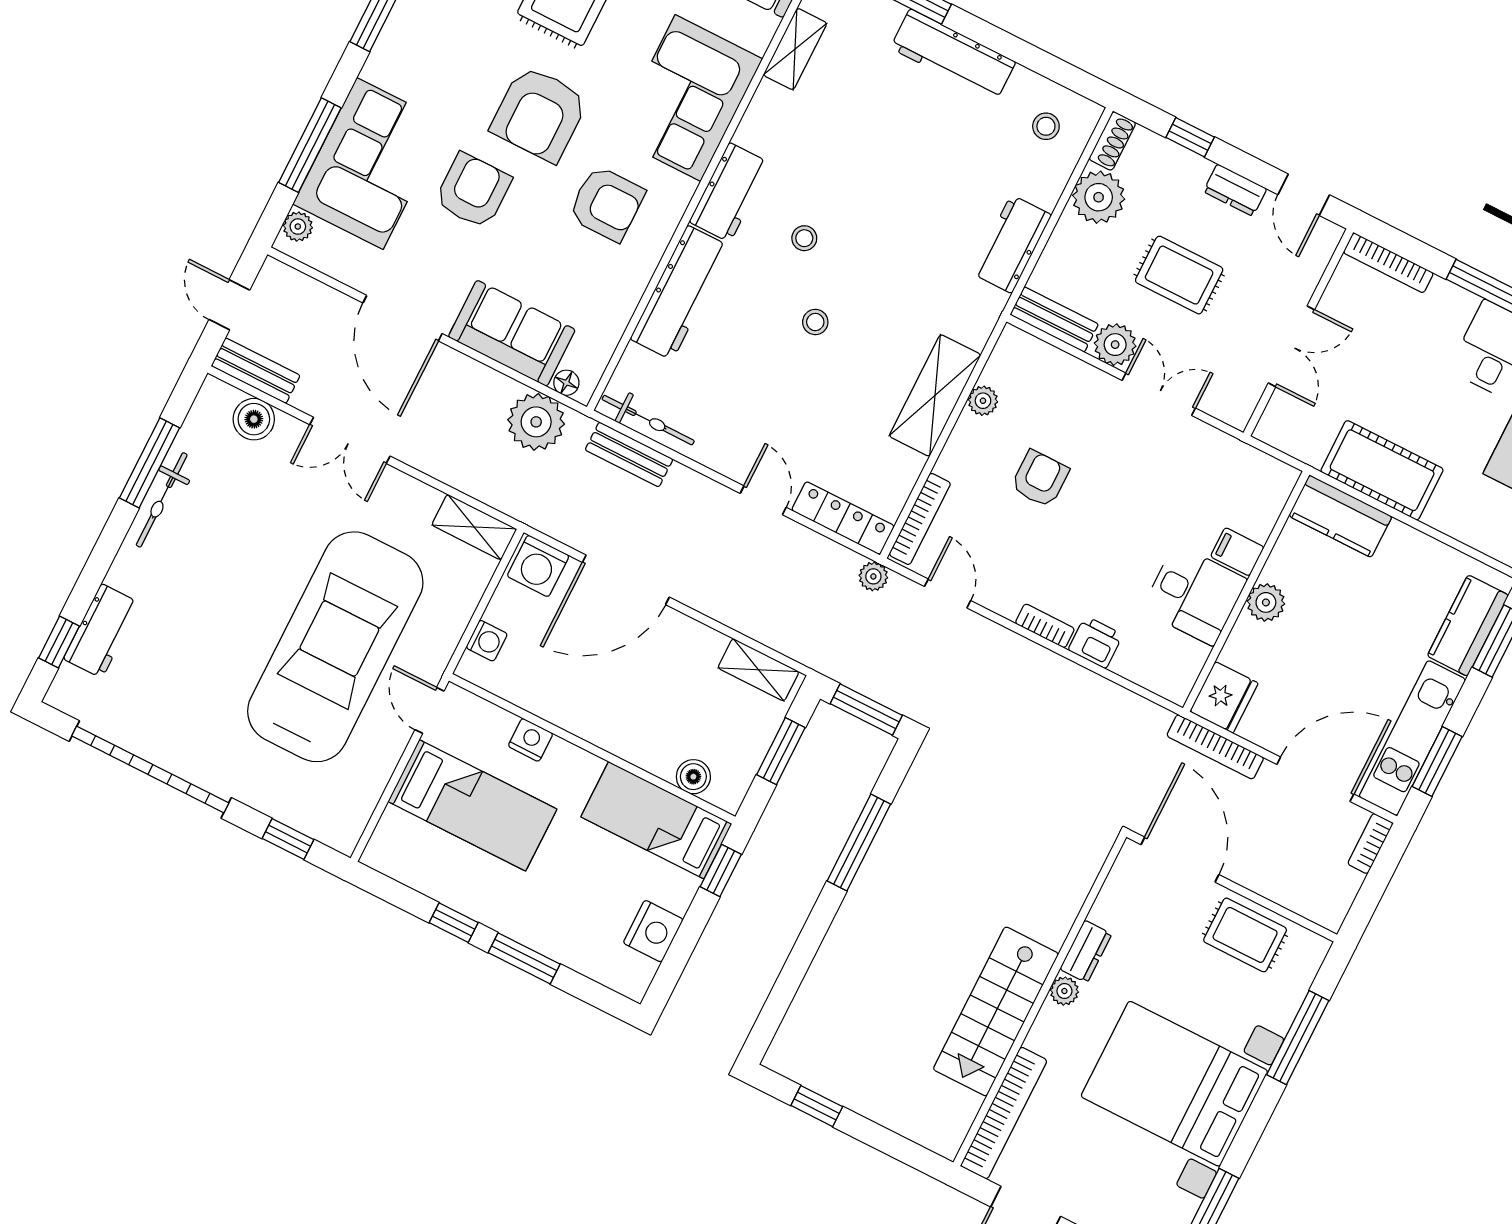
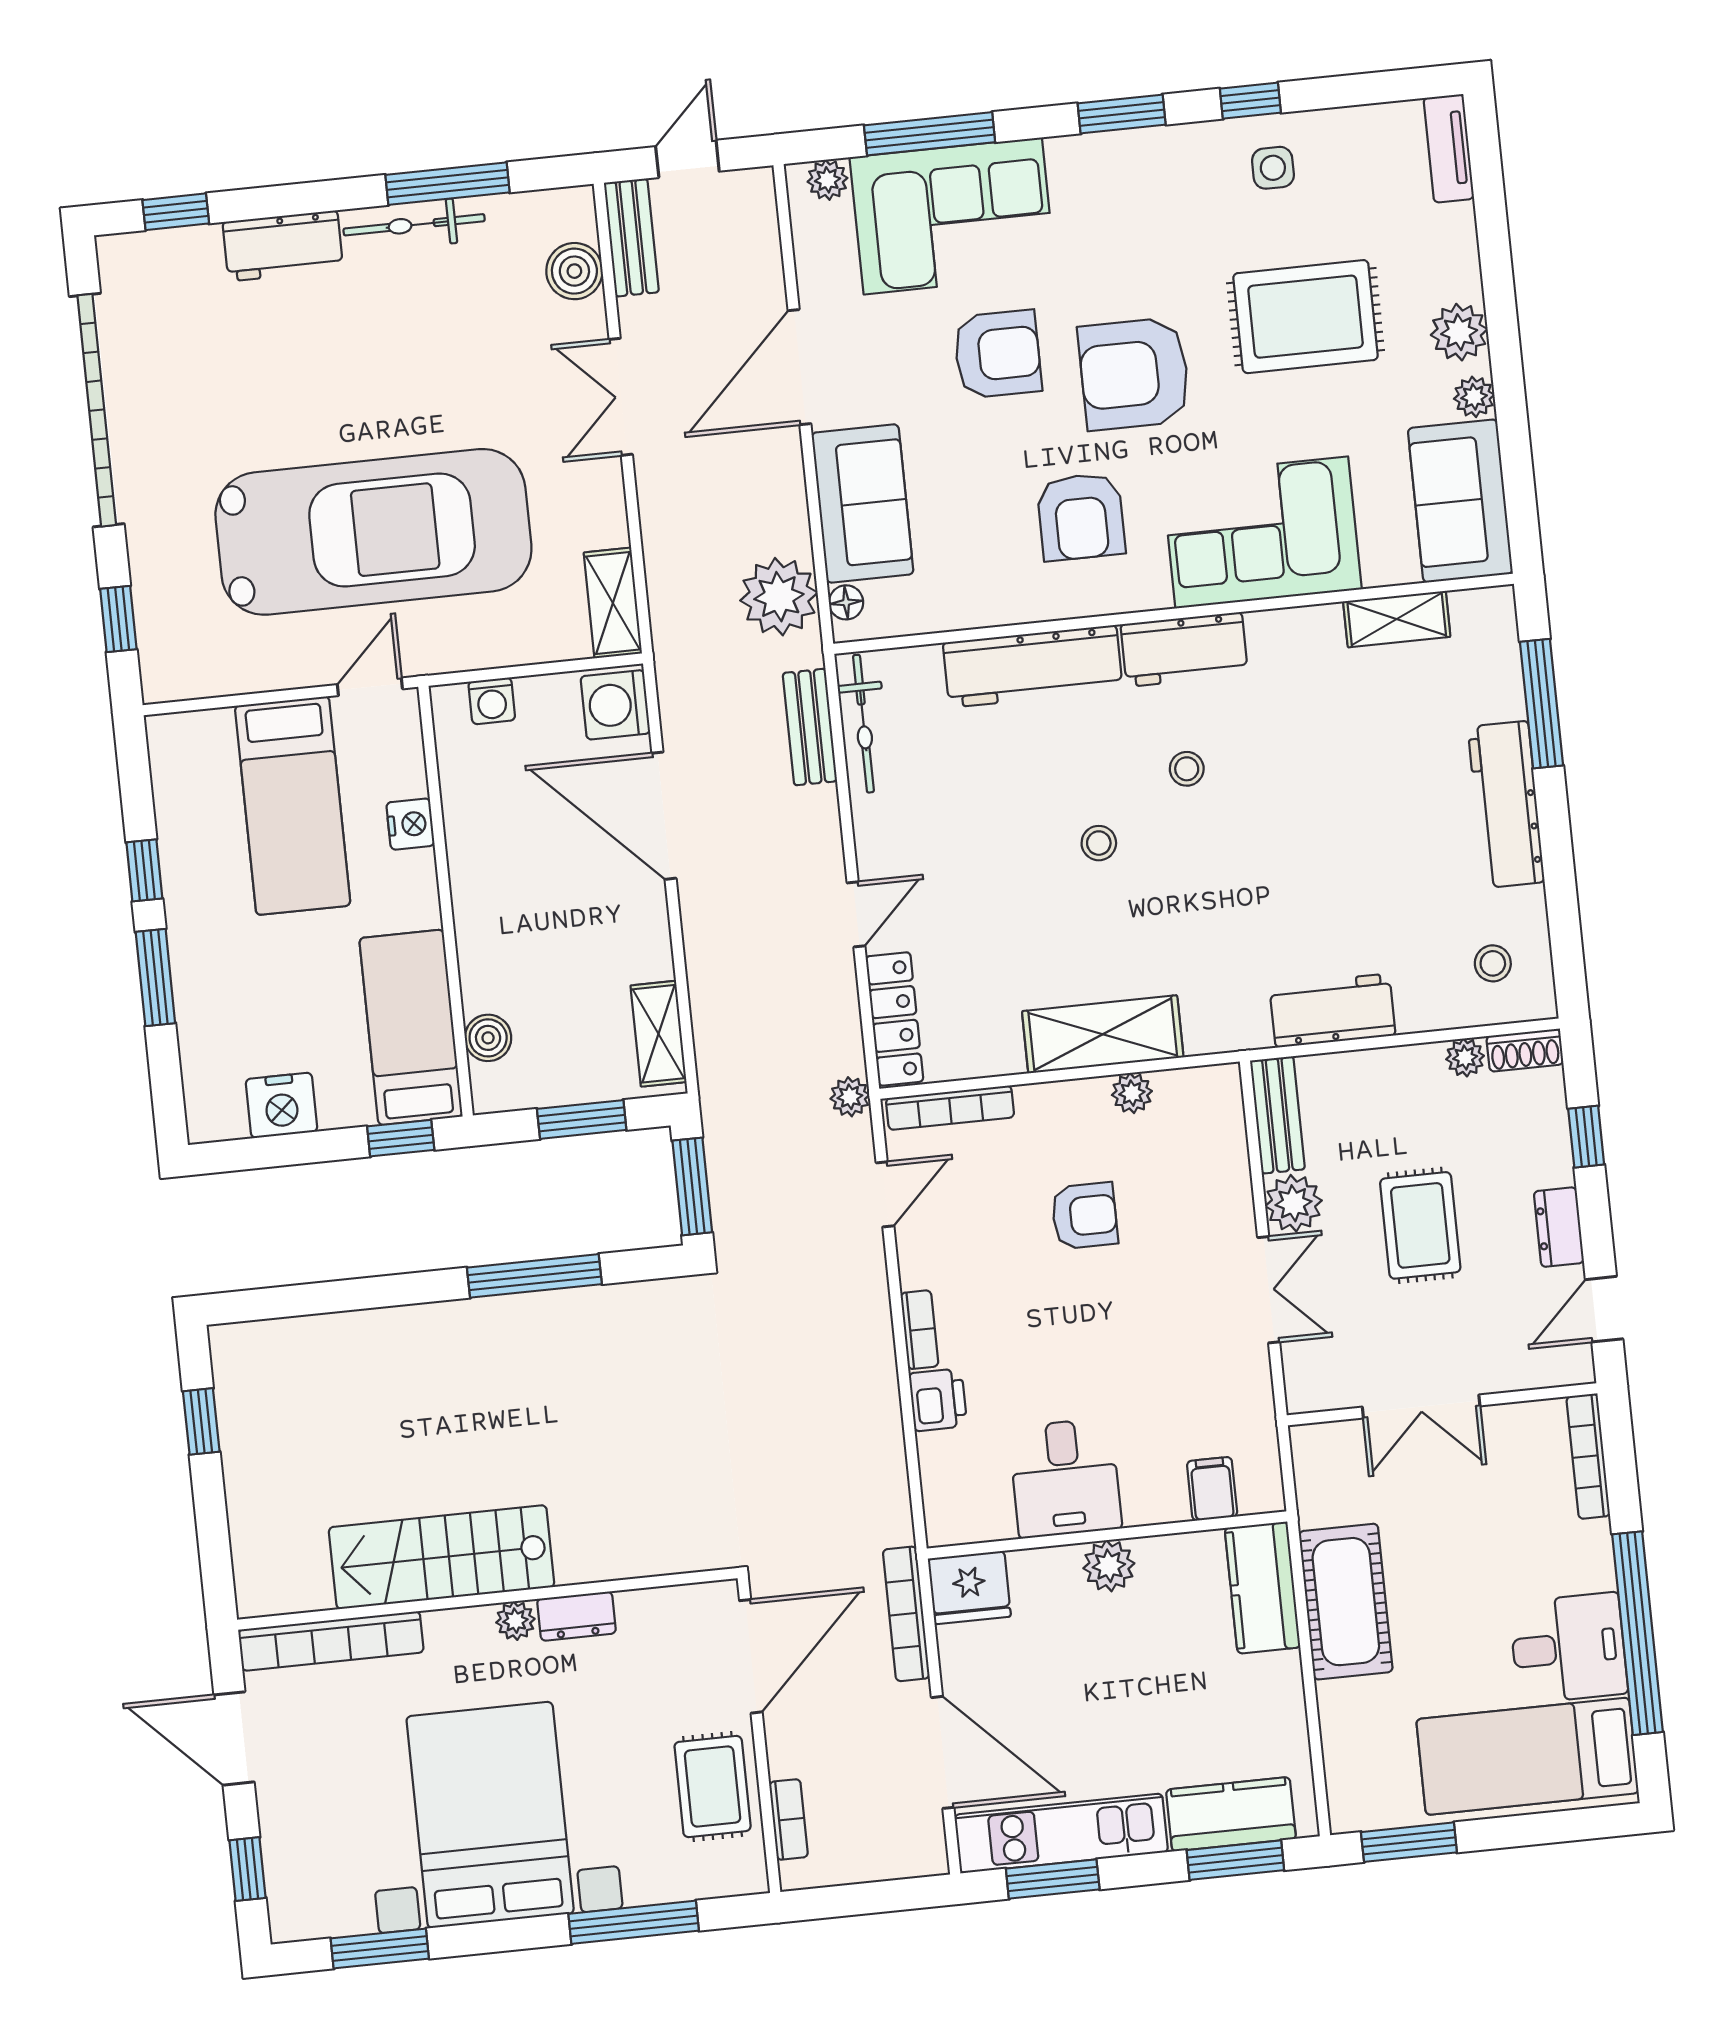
plant: (1099, 197) -> (1465, 1057), width x0.53, depth x0.53
filing cabinet: (1237, 552) -> (1212, 1489), moved
workbench: (102, 631) -> (283, 246), moved
bookcase: (1370, 844) -> (789, 1819), moved, turned 90

